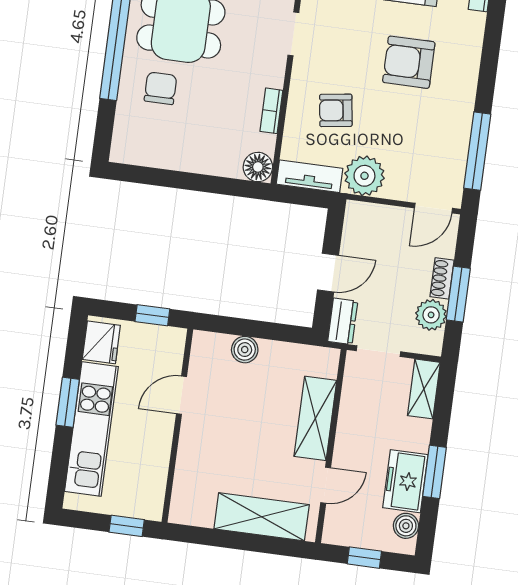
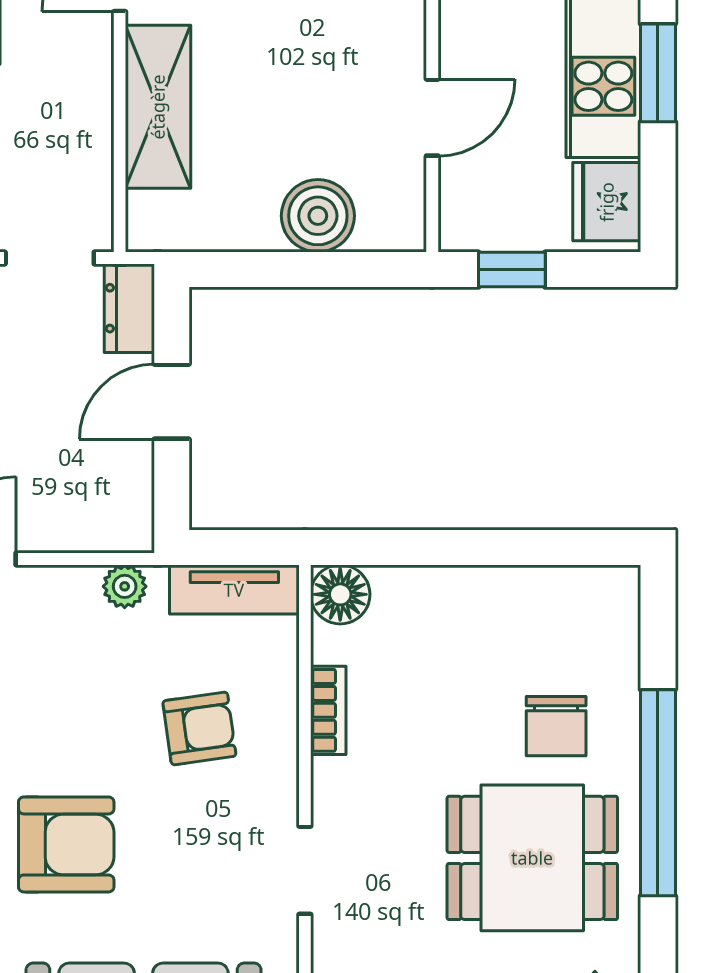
plant: (364, 176) -> (125, 586), width x0.53, depth x0.53
boiler: (245, 350) -> (318, 216), width x1.36, depth x1.36

